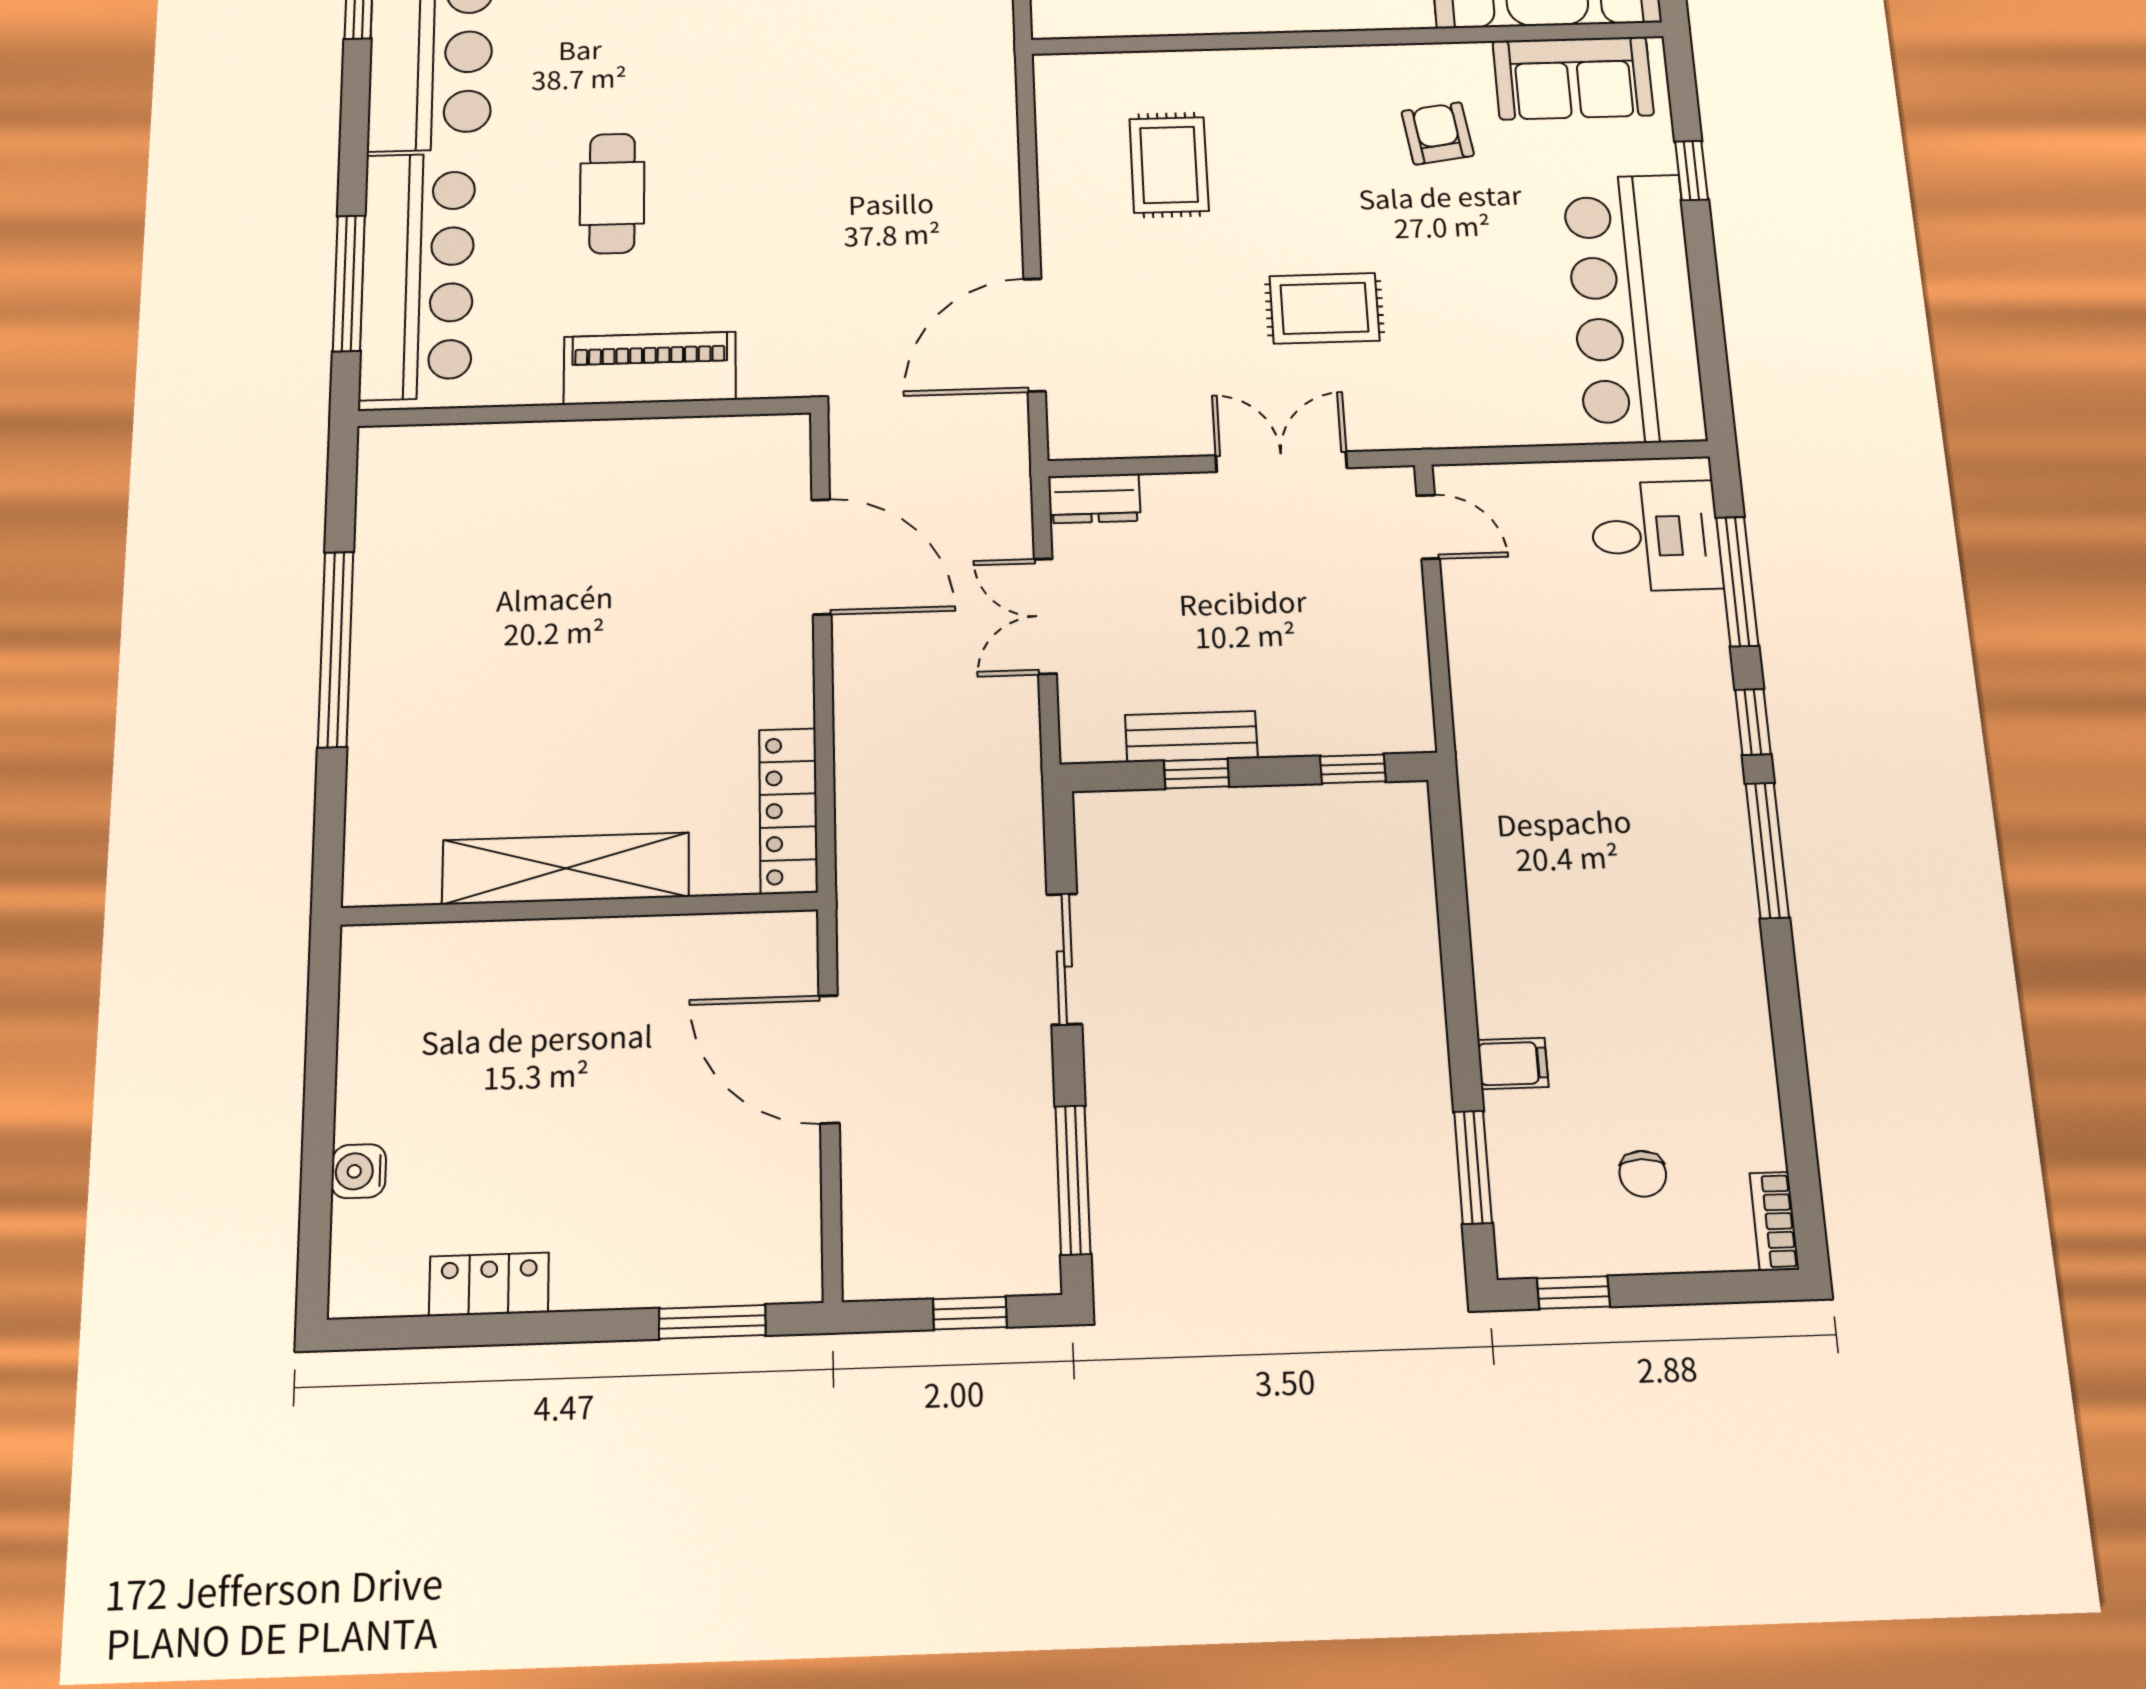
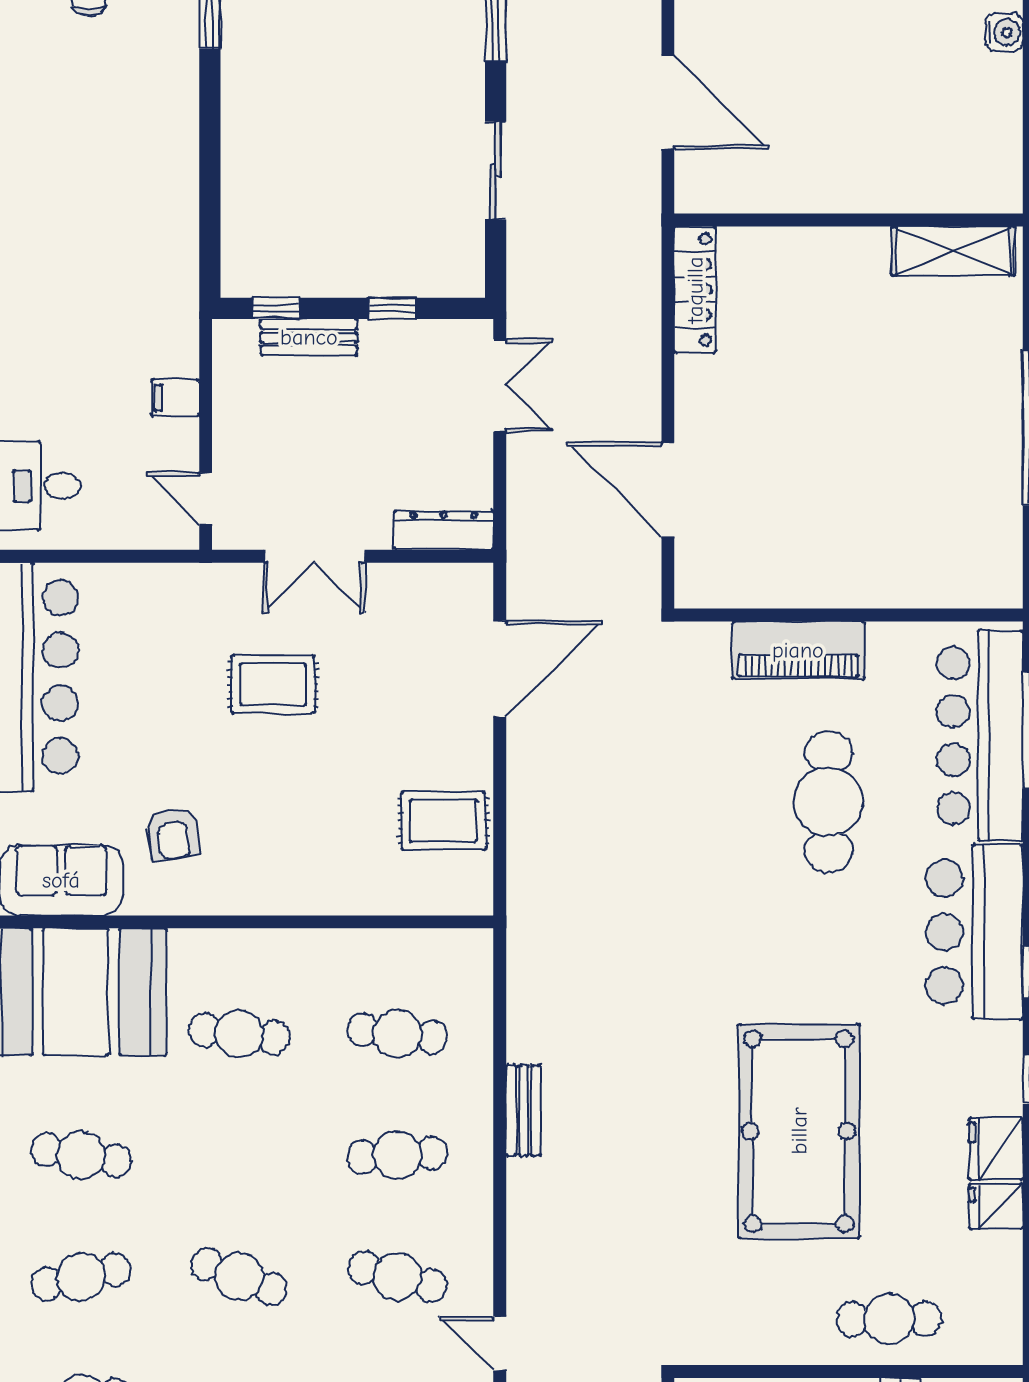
rug: (1169, 165) -> (443, 821), moved, turned 90
cafe table: (612, 193) -> (829, 802), width x1.37, depth x1.35
dresser: (1094, 499) -> (444, 530), width x1.44
double door: (1045, 616) -> (500, 386), moved
bench: (1191, 737) -> (309, 337), moved
shelving: (566, 868) -> (953, 251), moved, width x0.68
filing cabinet: (1513, 1064) -> (175, 398), moved

